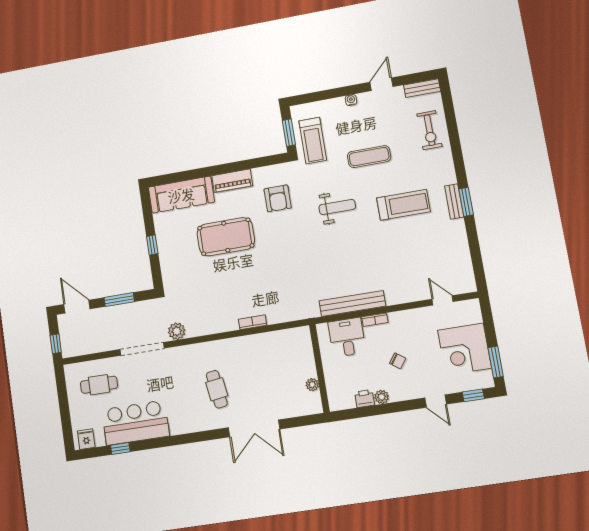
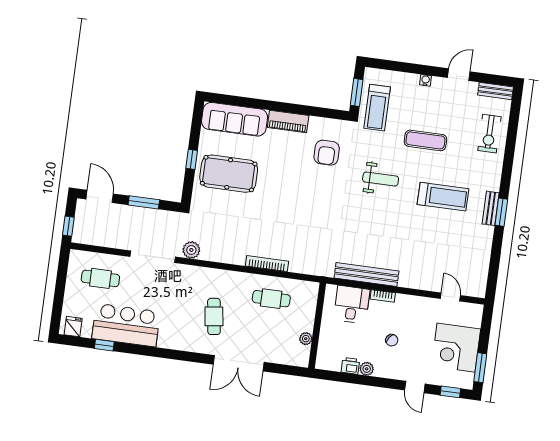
pool table: (226, 237) -> (229, 174), moved
bookcase: (253, 322) -> (267, 264), width x1.56
cafe table: (267, 355) -> (271, 299), added

